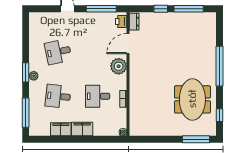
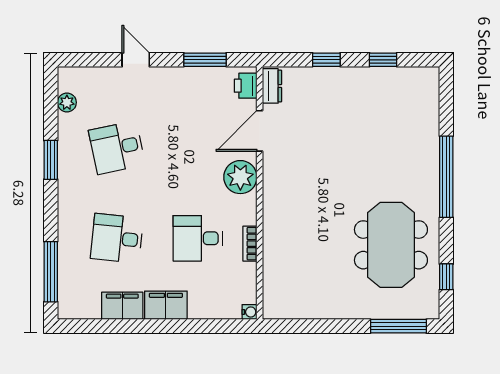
window: (101, 9) -> (205, 60), width x0.69
window: (189, 9) -> (383, 60), width x0.46
window: (26, 72) -> (51, 160), moved
plant: (34, 76) -> (67, 102), moved

